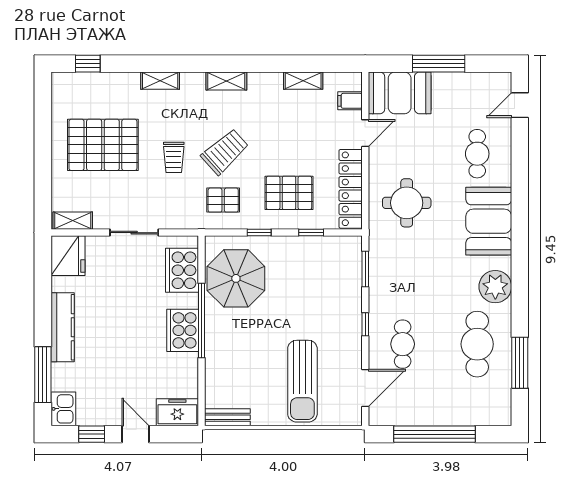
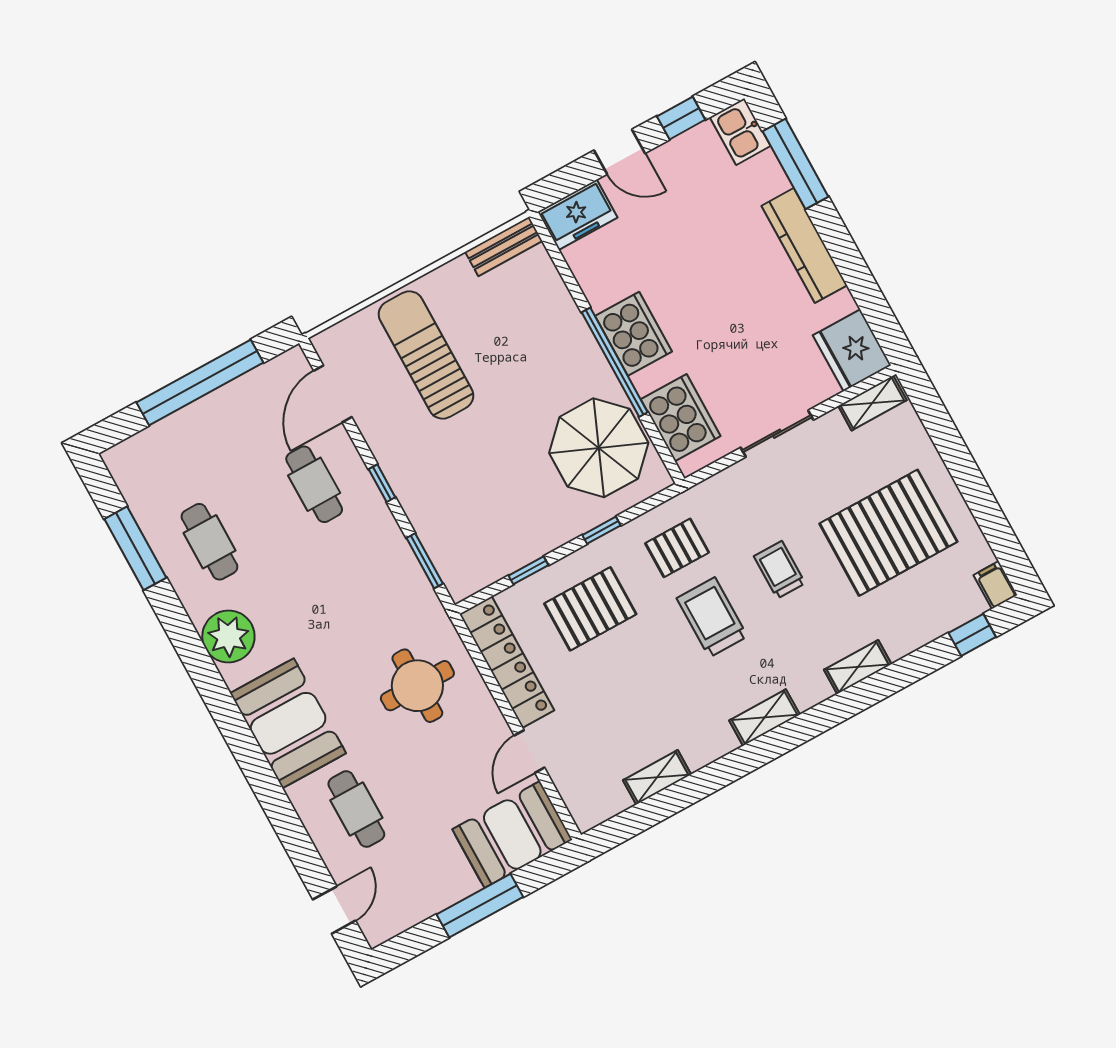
filing cabinet: (350, 101) -> (995, 585), moved, turned -90
trolley: (225, 152) -> (712, 617), turned 132
cafe table: (477, 344) -> (209, 542), width x0.73, depth x0.74

